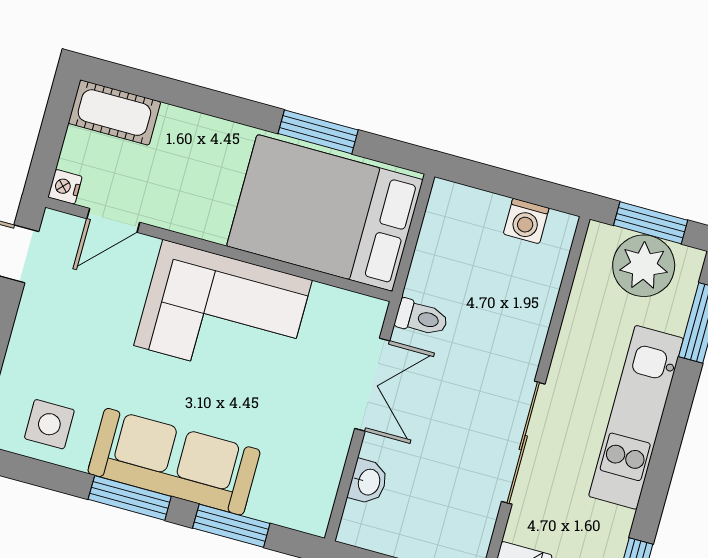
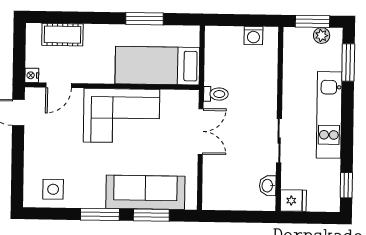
cot: (114, 113) -> (62, 35), moved
bed: (325, 213) -> (157, 66), width x0.67
plant: (644, 266) -> (322, 36), width x0.53, depth x0.53
sliding door: (523, 443) -> (279, 141), width x0.73
sofa: (174, 462) -> (145, 192), moved
washbasin: (368, 482) -> (268, 186), moved, turned 180

